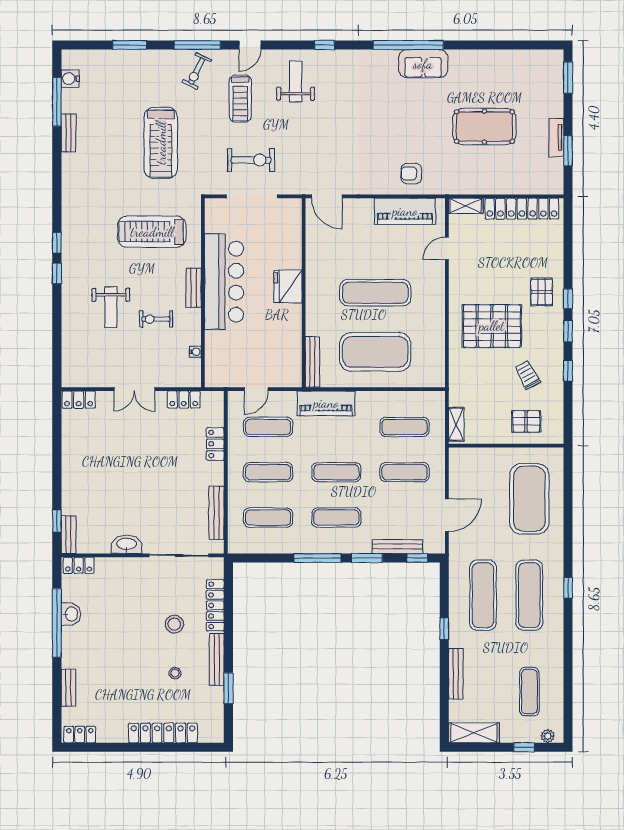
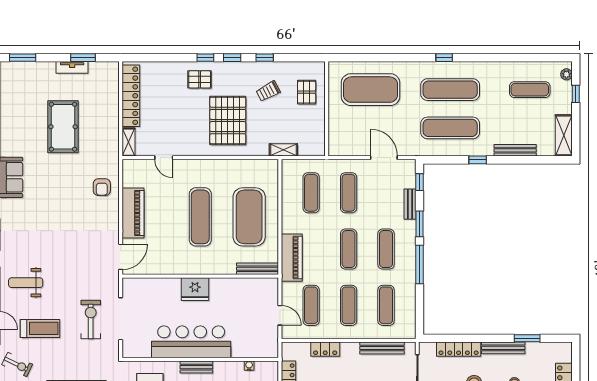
piano: (405, 211) -> (133, 213), moved
shelving: (456, 424) -> (283, 150), moved
bench: (397, 547) -> (410, 204), width x0.73

